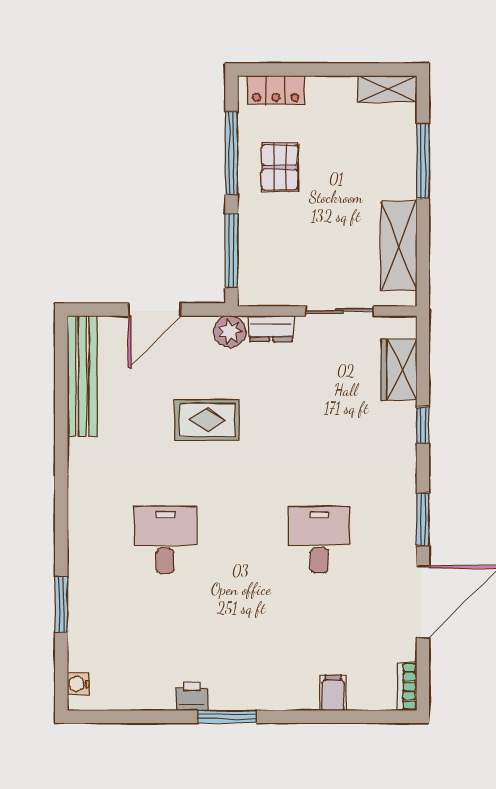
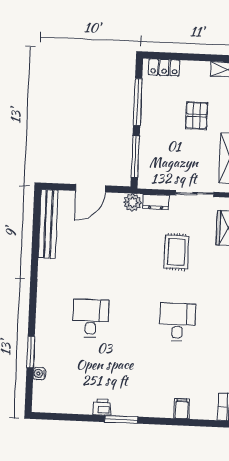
pallet: (280, 167) -> (197, 115), moved
rug: (207, 420) -> (176, 252), moved, turned 90
water cooler: (78, 684) -> (39, 374), moved

